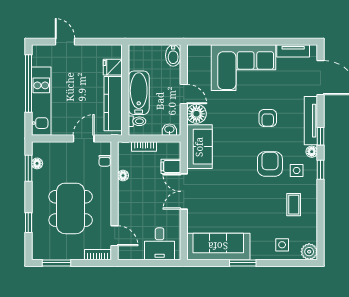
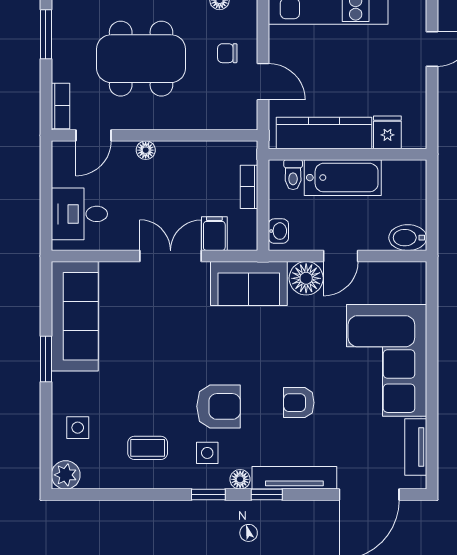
chair: (105, 161) -> (227, 53), moved
floor lamp: (123, 176) -> (146, 150), moved

